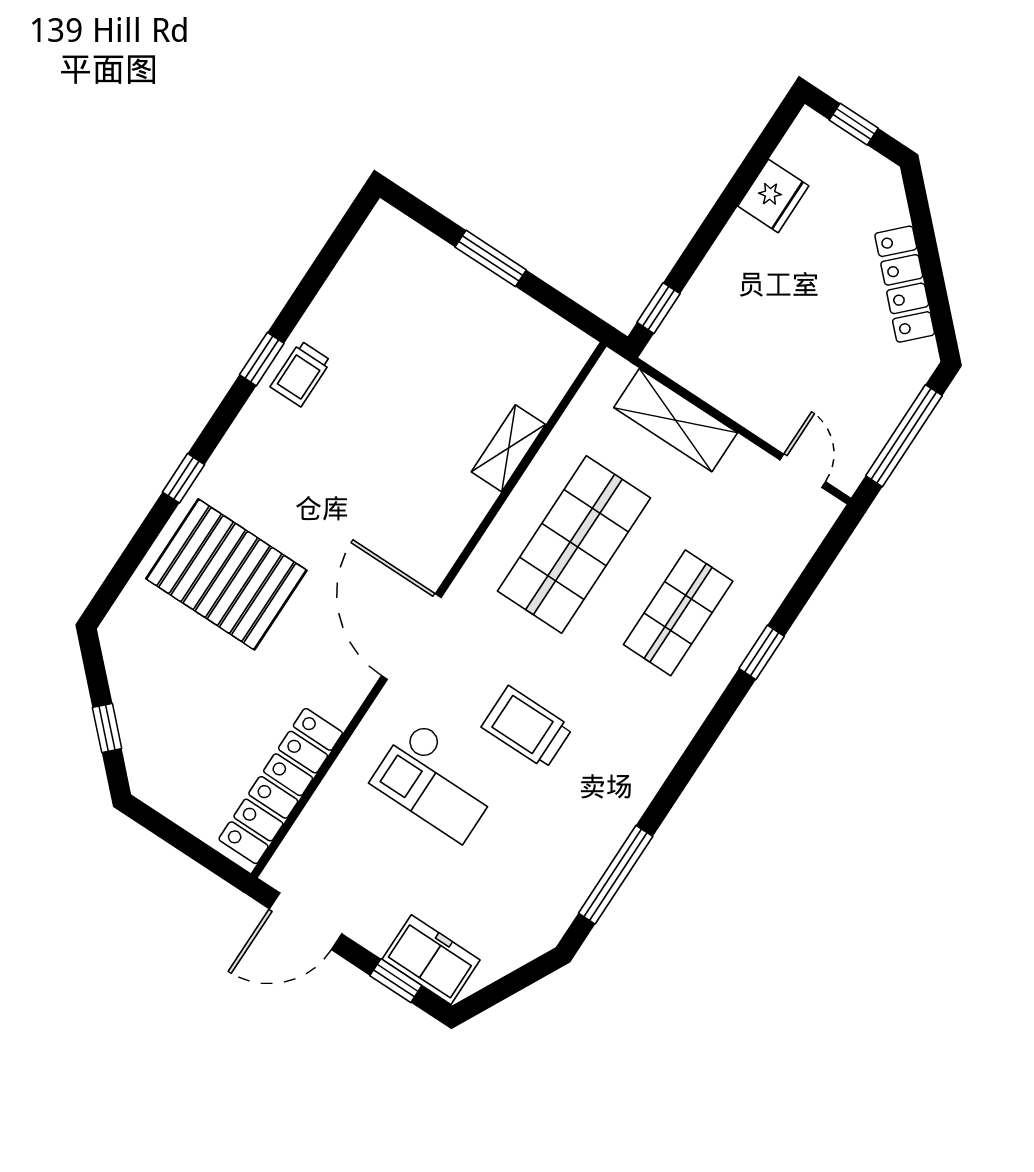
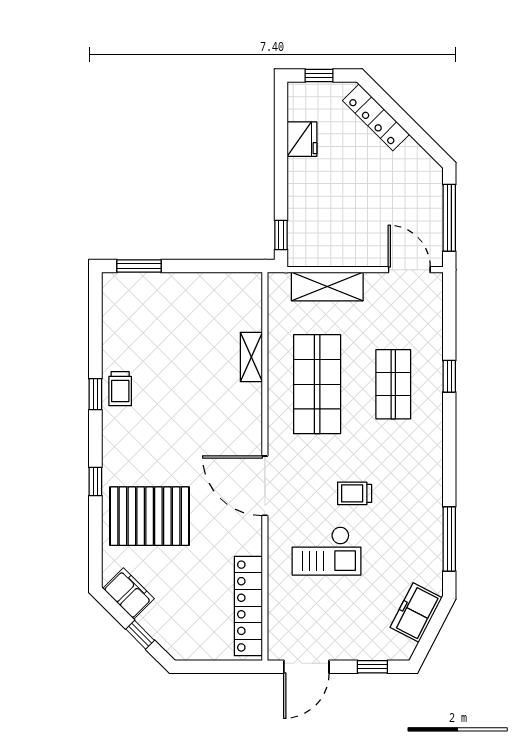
window: (491, 258) -> (139, 266), moved
locker: (905, 284) -> (376, 117), moved
door: (803, 471) -> (409, 270), width x1.38
filing cabinet: (128, 661) -> (128, 594), added
trolley: (527, 727) -> (355, 493), width x0.73, depth x0.72
freezer: (431, 960) -> (416, 612), moved, turned -63

